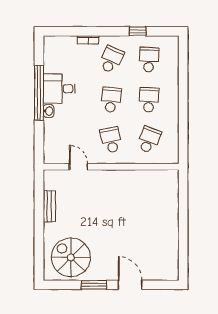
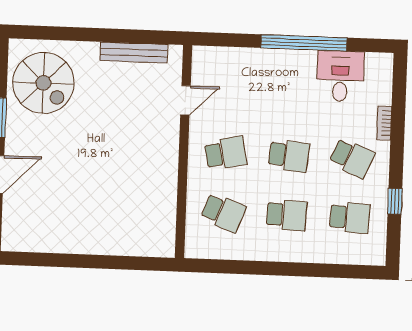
desk: (59, 89) -> (340, 76), moved
washbasin: (49, 111) -> (275, 57), removed
bench: (49, 206) -> (134, 52), width x1.36
spiral stairs: (71, 257) -> (43, 83), turned 90

